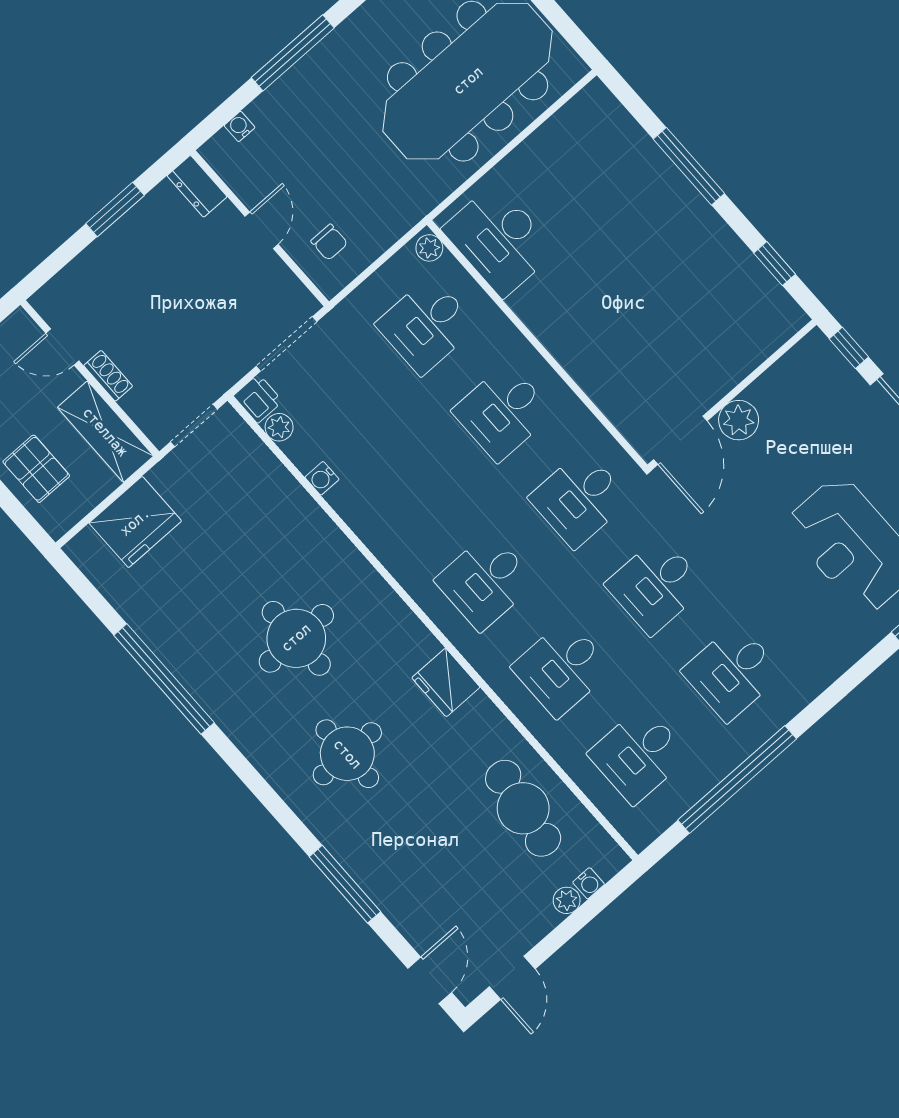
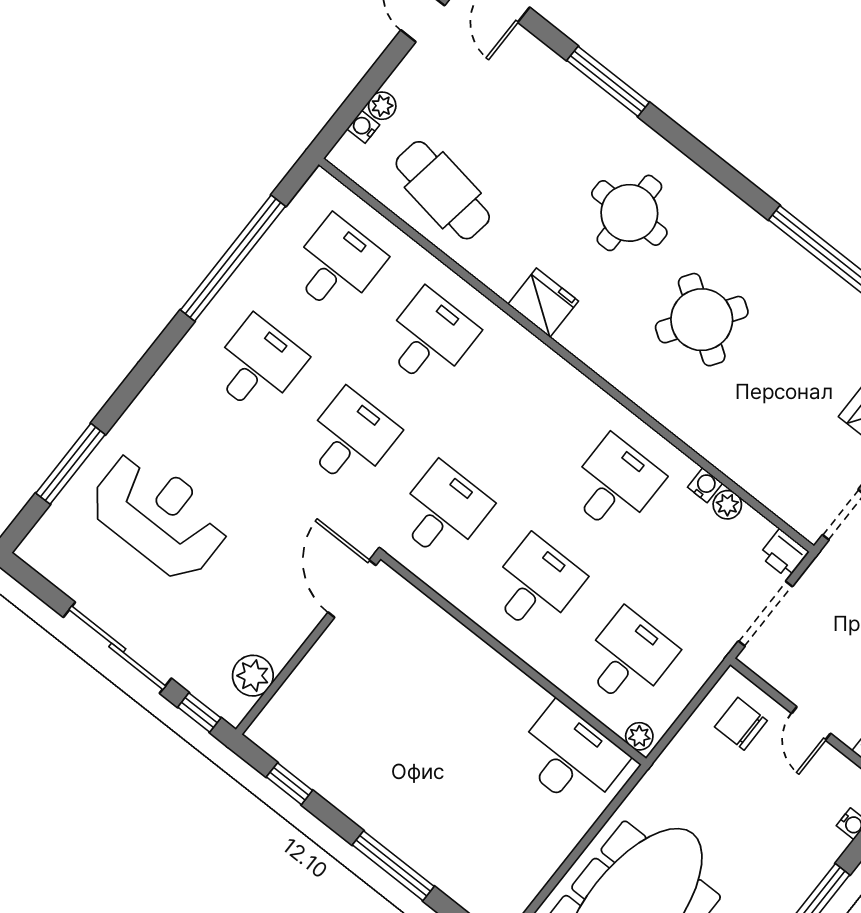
chair: (329, 242) -> (741, 724), width x1.37, depth x1.37
plant: (739, 420) -> (253, 676), moved
plant: (279, 427) -> (727, 505), moved
desk: (485, 581) -> (615, 485), moved
round table: (296, 638) -> (702, 320), turned 34

